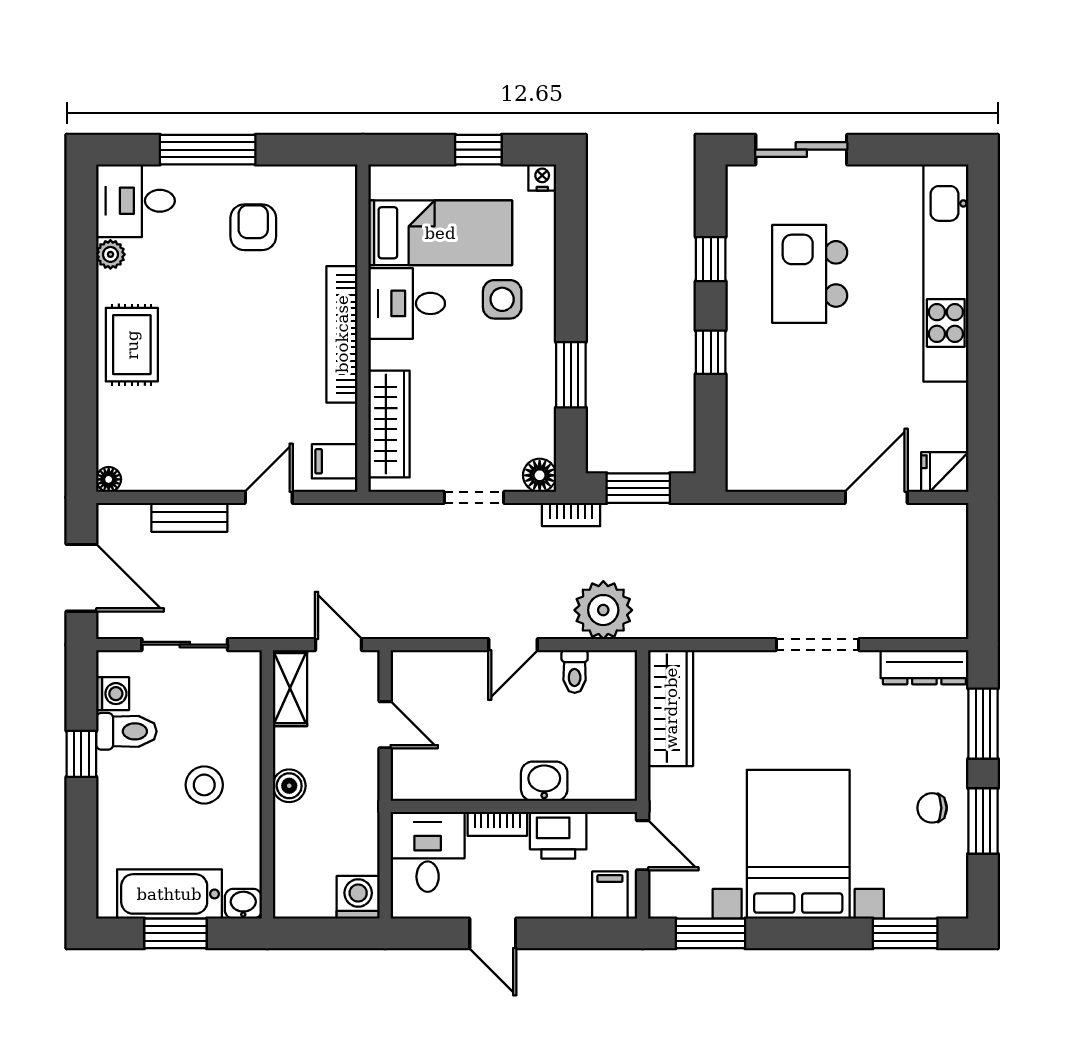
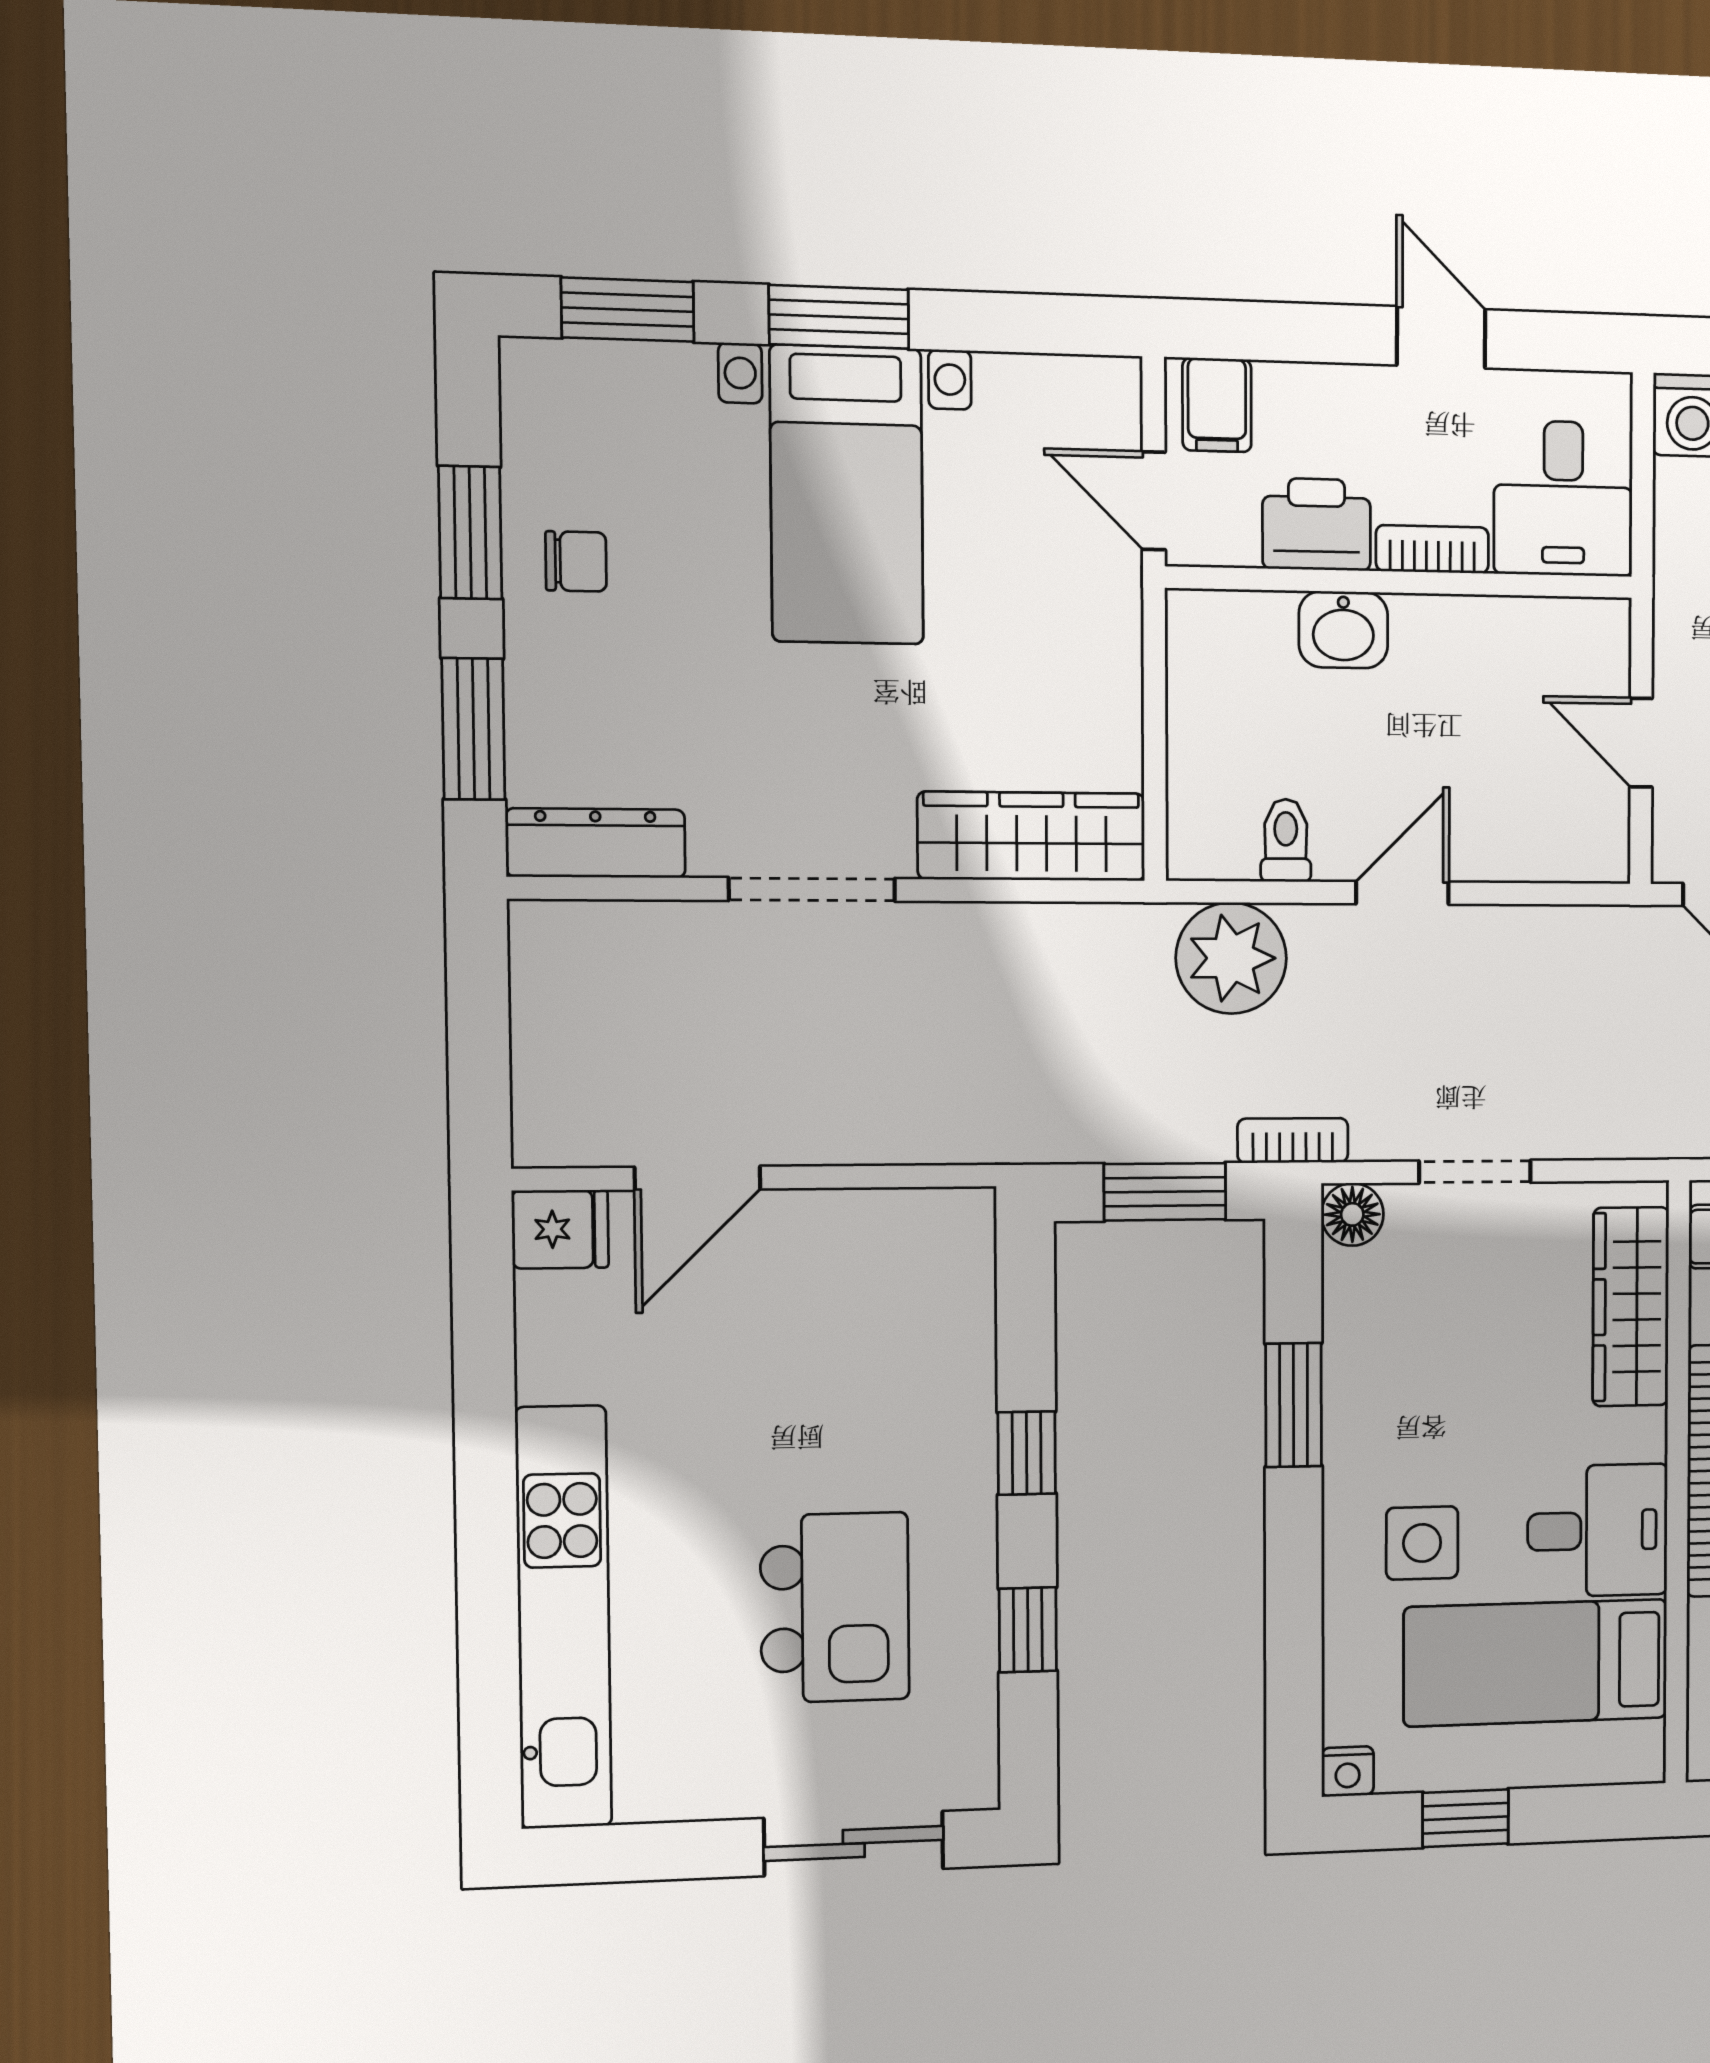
wardrobe: (671, 708) -> (1032, 836), moved, turned 90
bed with nightstands: (798, 844) -> (847, 495), width x0.73
window: (710, 933) -> (839, 317), moved

